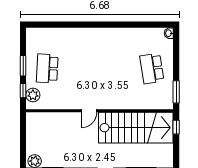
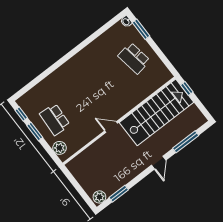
window: (23, 91) -> (21, 114), moved
window: (176, 92) -> (141, 29), moved
door: (89, 111) -> (111, 127), swing flipped

